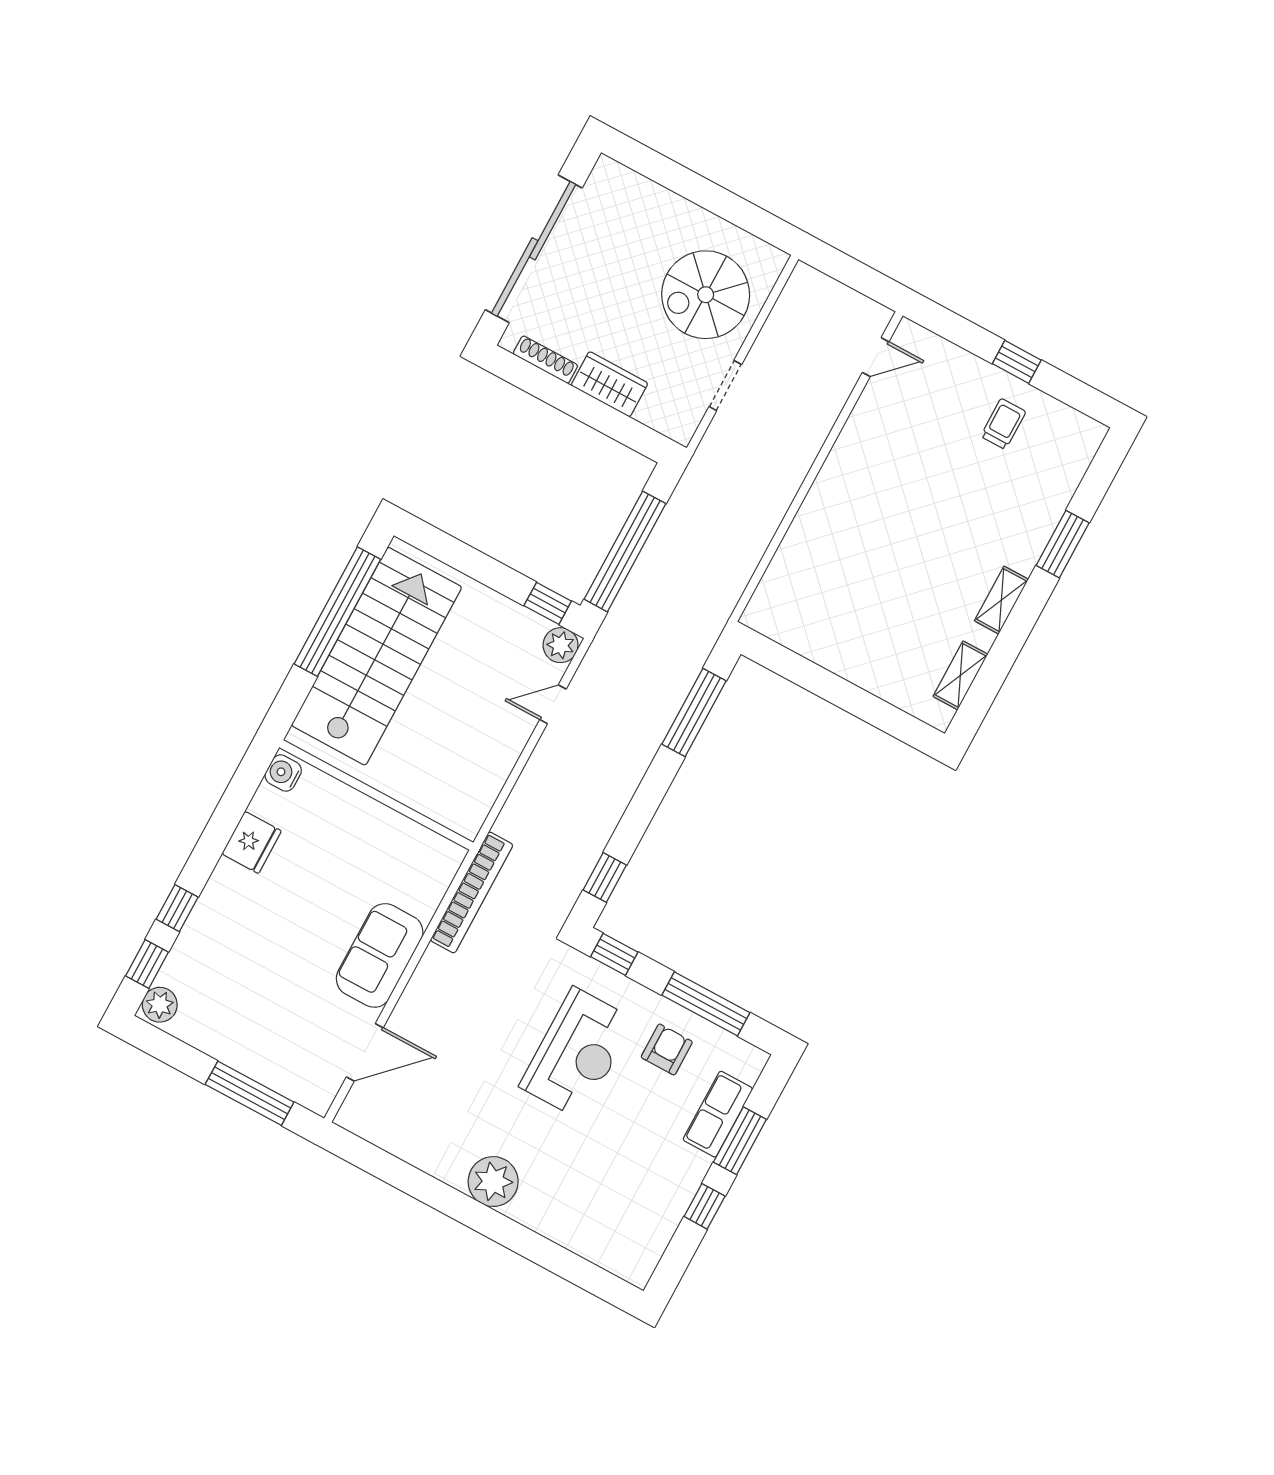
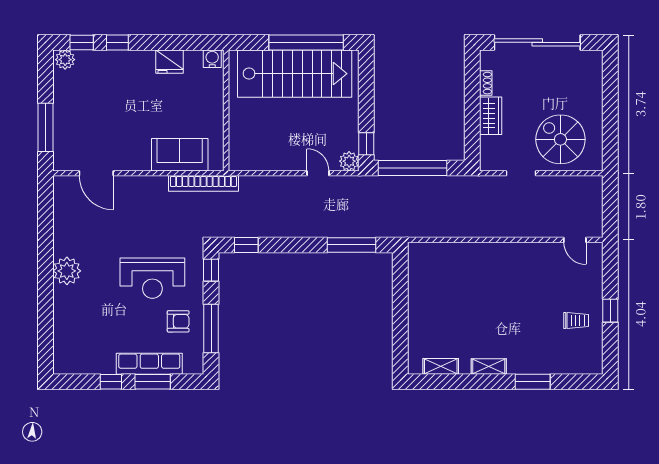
shoe rack: (545, 360) -> (486, 83), width x0.70
sofa: (380, 955) -> (180, 155), moved
row of seats: (718, 1114) -> (149, 364), width x1.48

